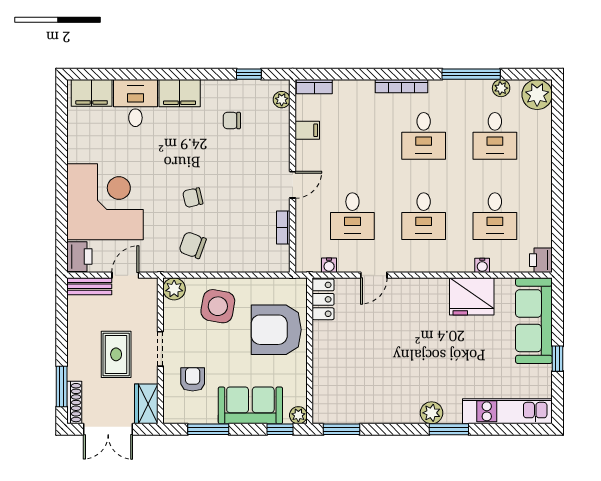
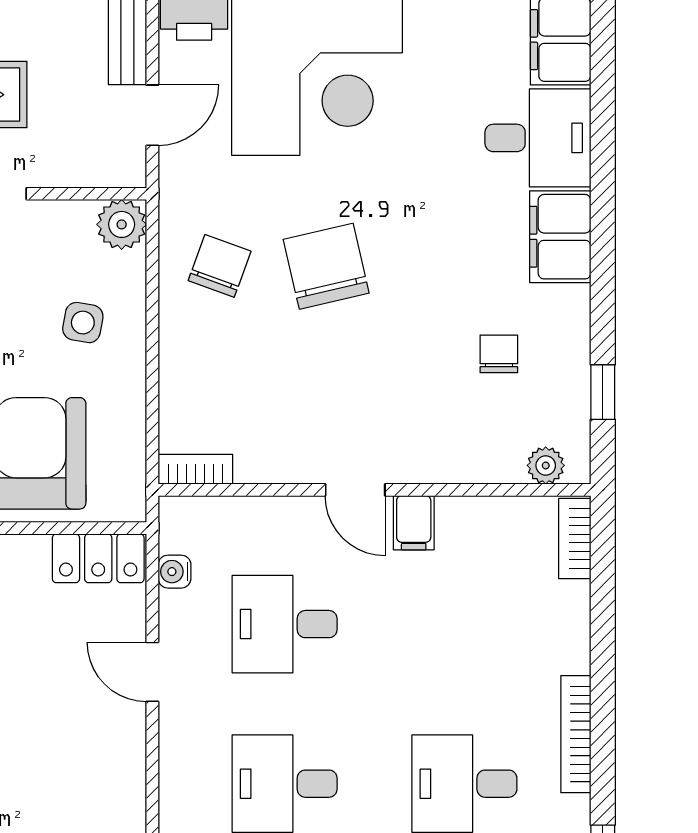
filing cabinet: (307, 130) -> (414, 523), moved
chair: (193, 198) -> (326, 266), width x1.87, depth x1.87
bookcase: (283, 228) -> (195, 469), moved
door: (125, 275) -> (152, 115), hinge flipped
side table: (218, 306) -> (83, 323), width x0.54, depth x0.54

